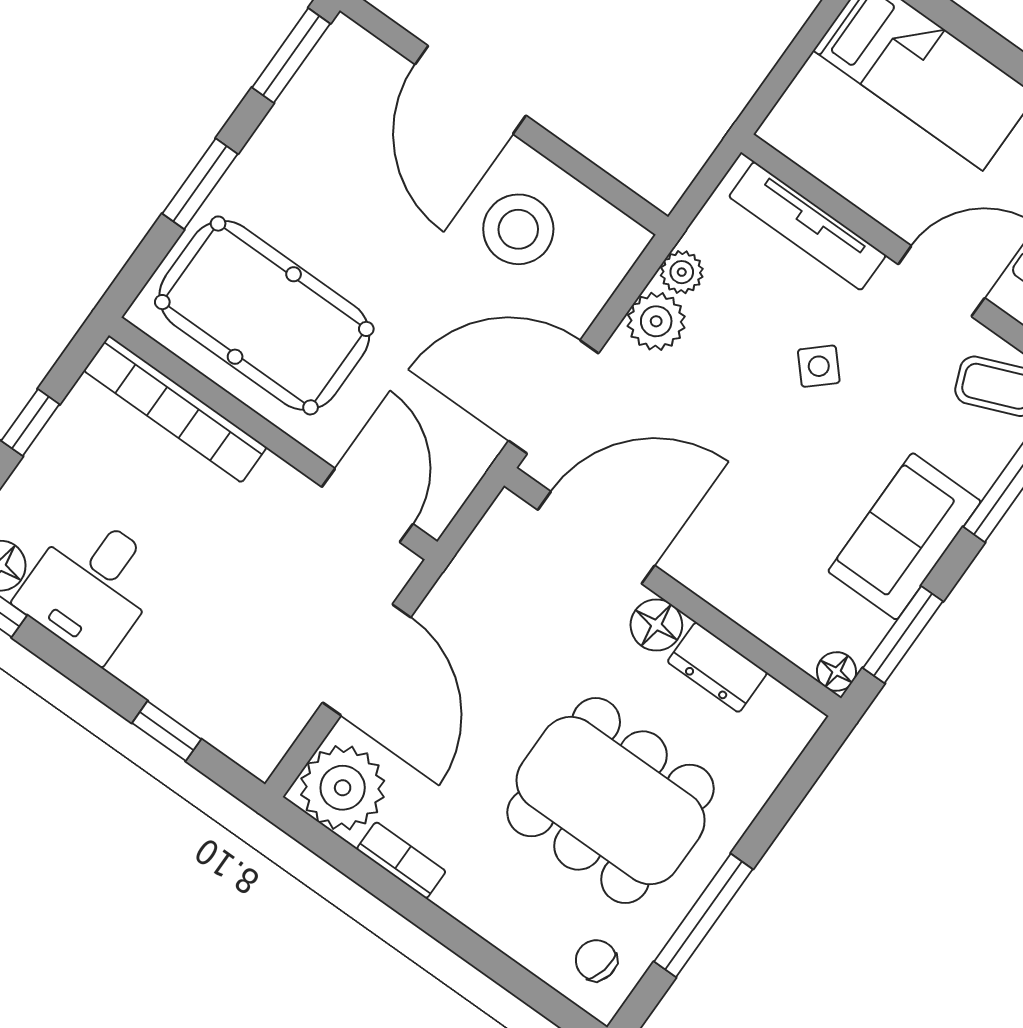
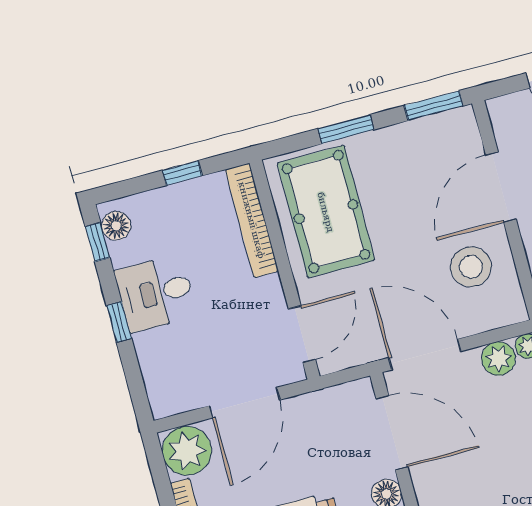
desk: (91, 586) -> (156, 293), moved
window: (167, 731) -> (119, 322), moved

